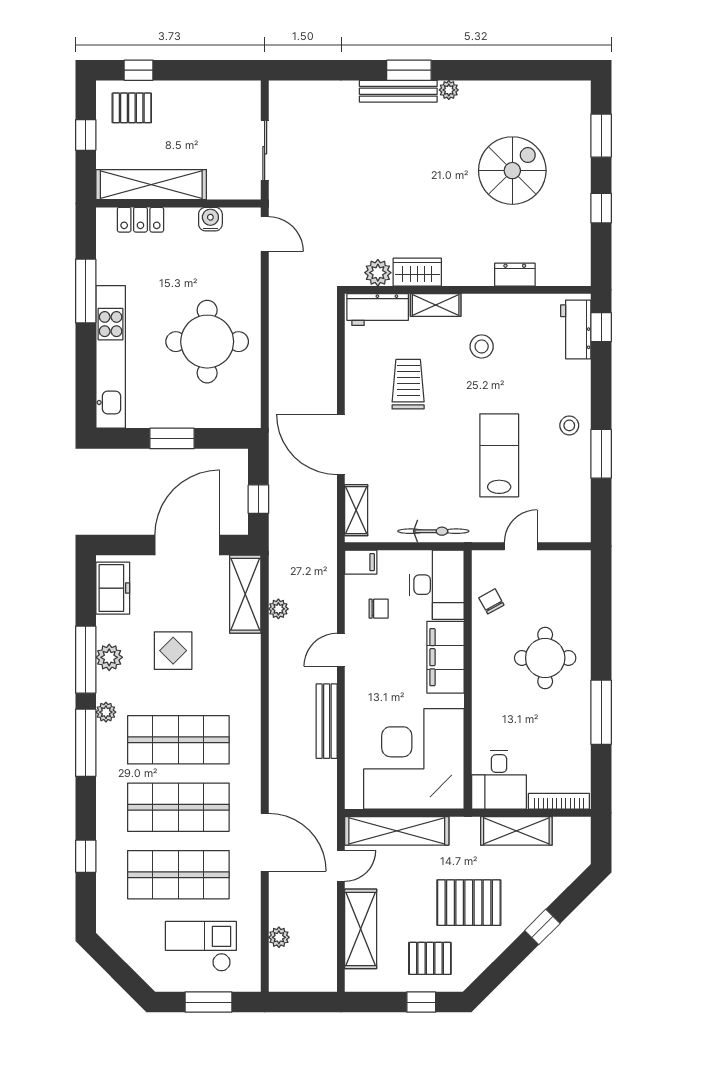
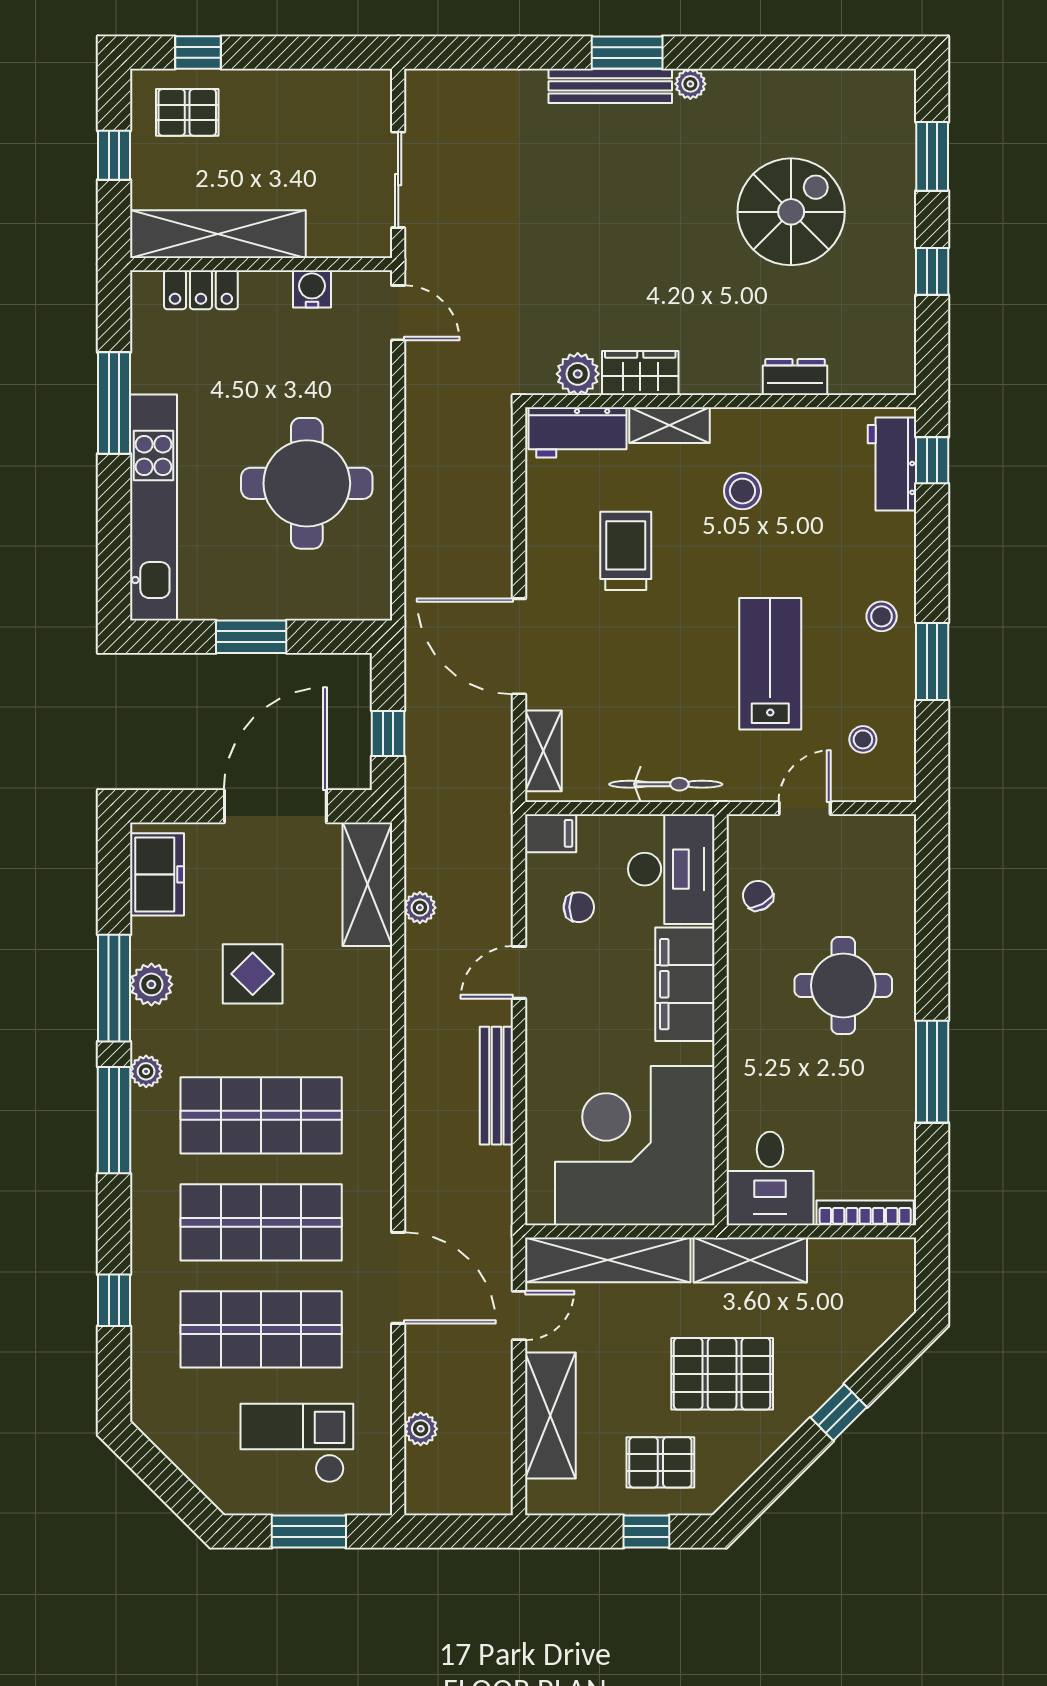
stool: (558, 503) -> (863, 739), added
shelving: (516, 831) -> (750, 1260), moved

